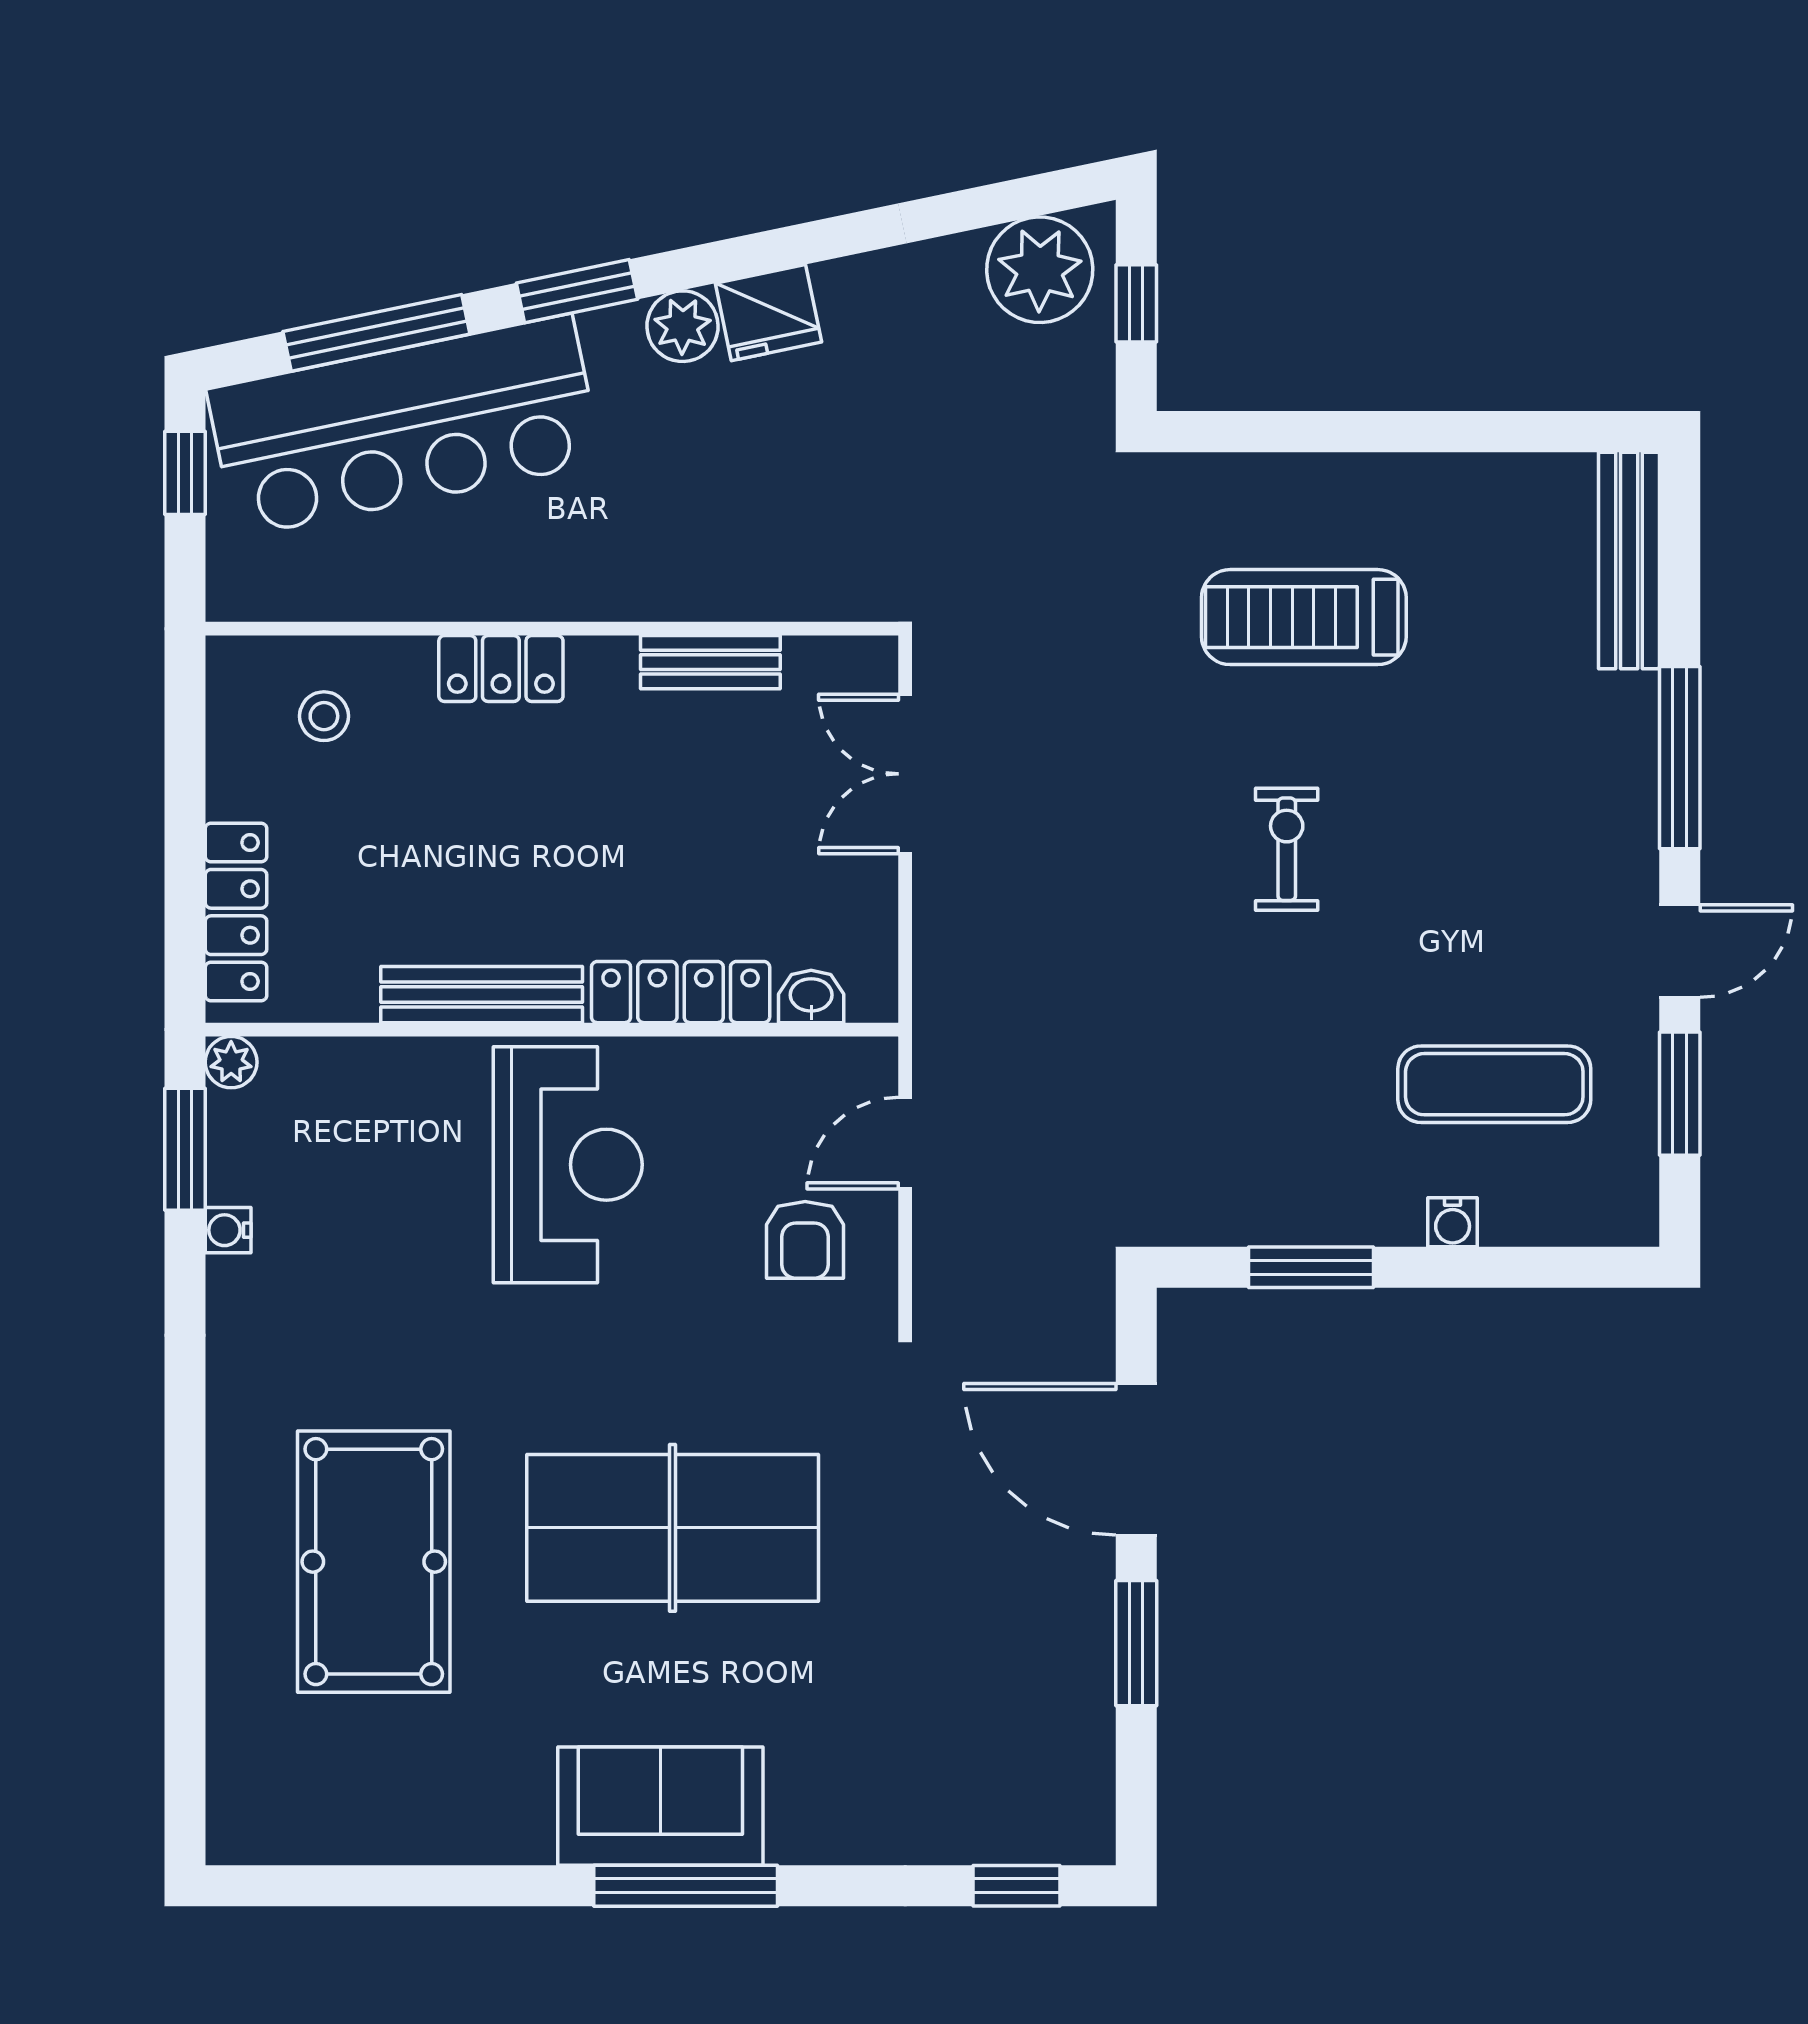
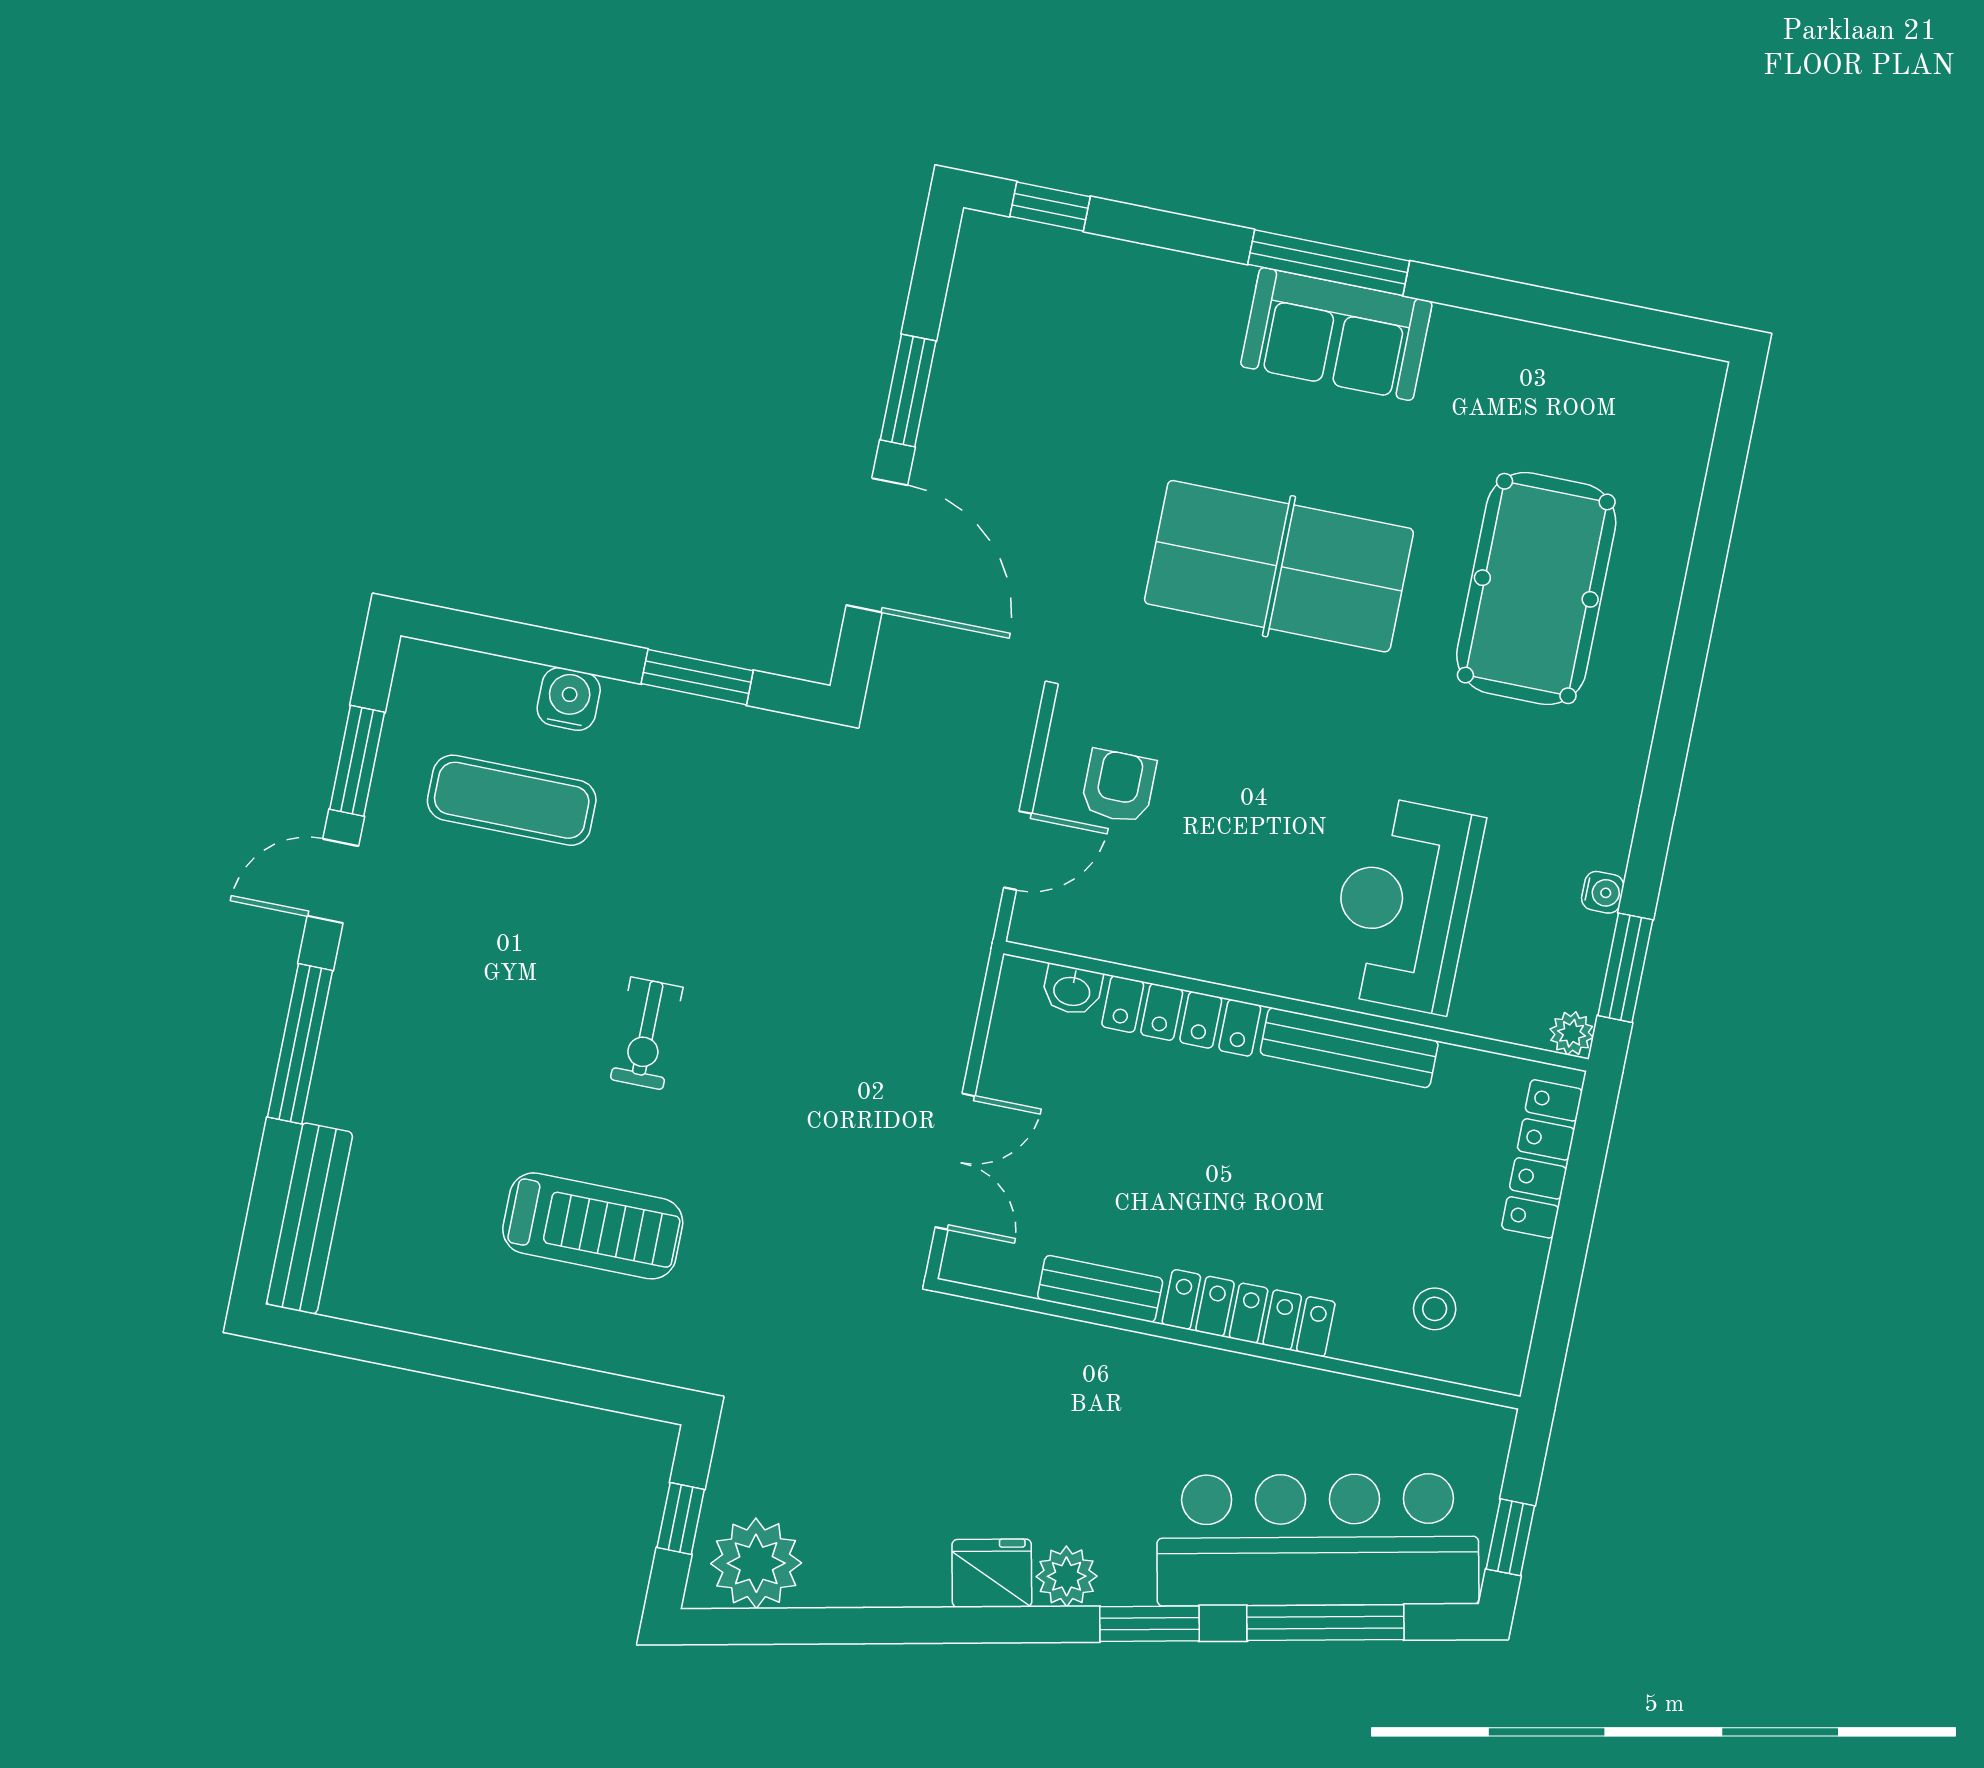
locker: (501, 669) -> (1249, 1313), width x1.53
reception desk: (568, 1165) -> (1404, 904), moved
water cooler: (1453, 1222) -> (569, 699), width x1.38, depth x1.38

